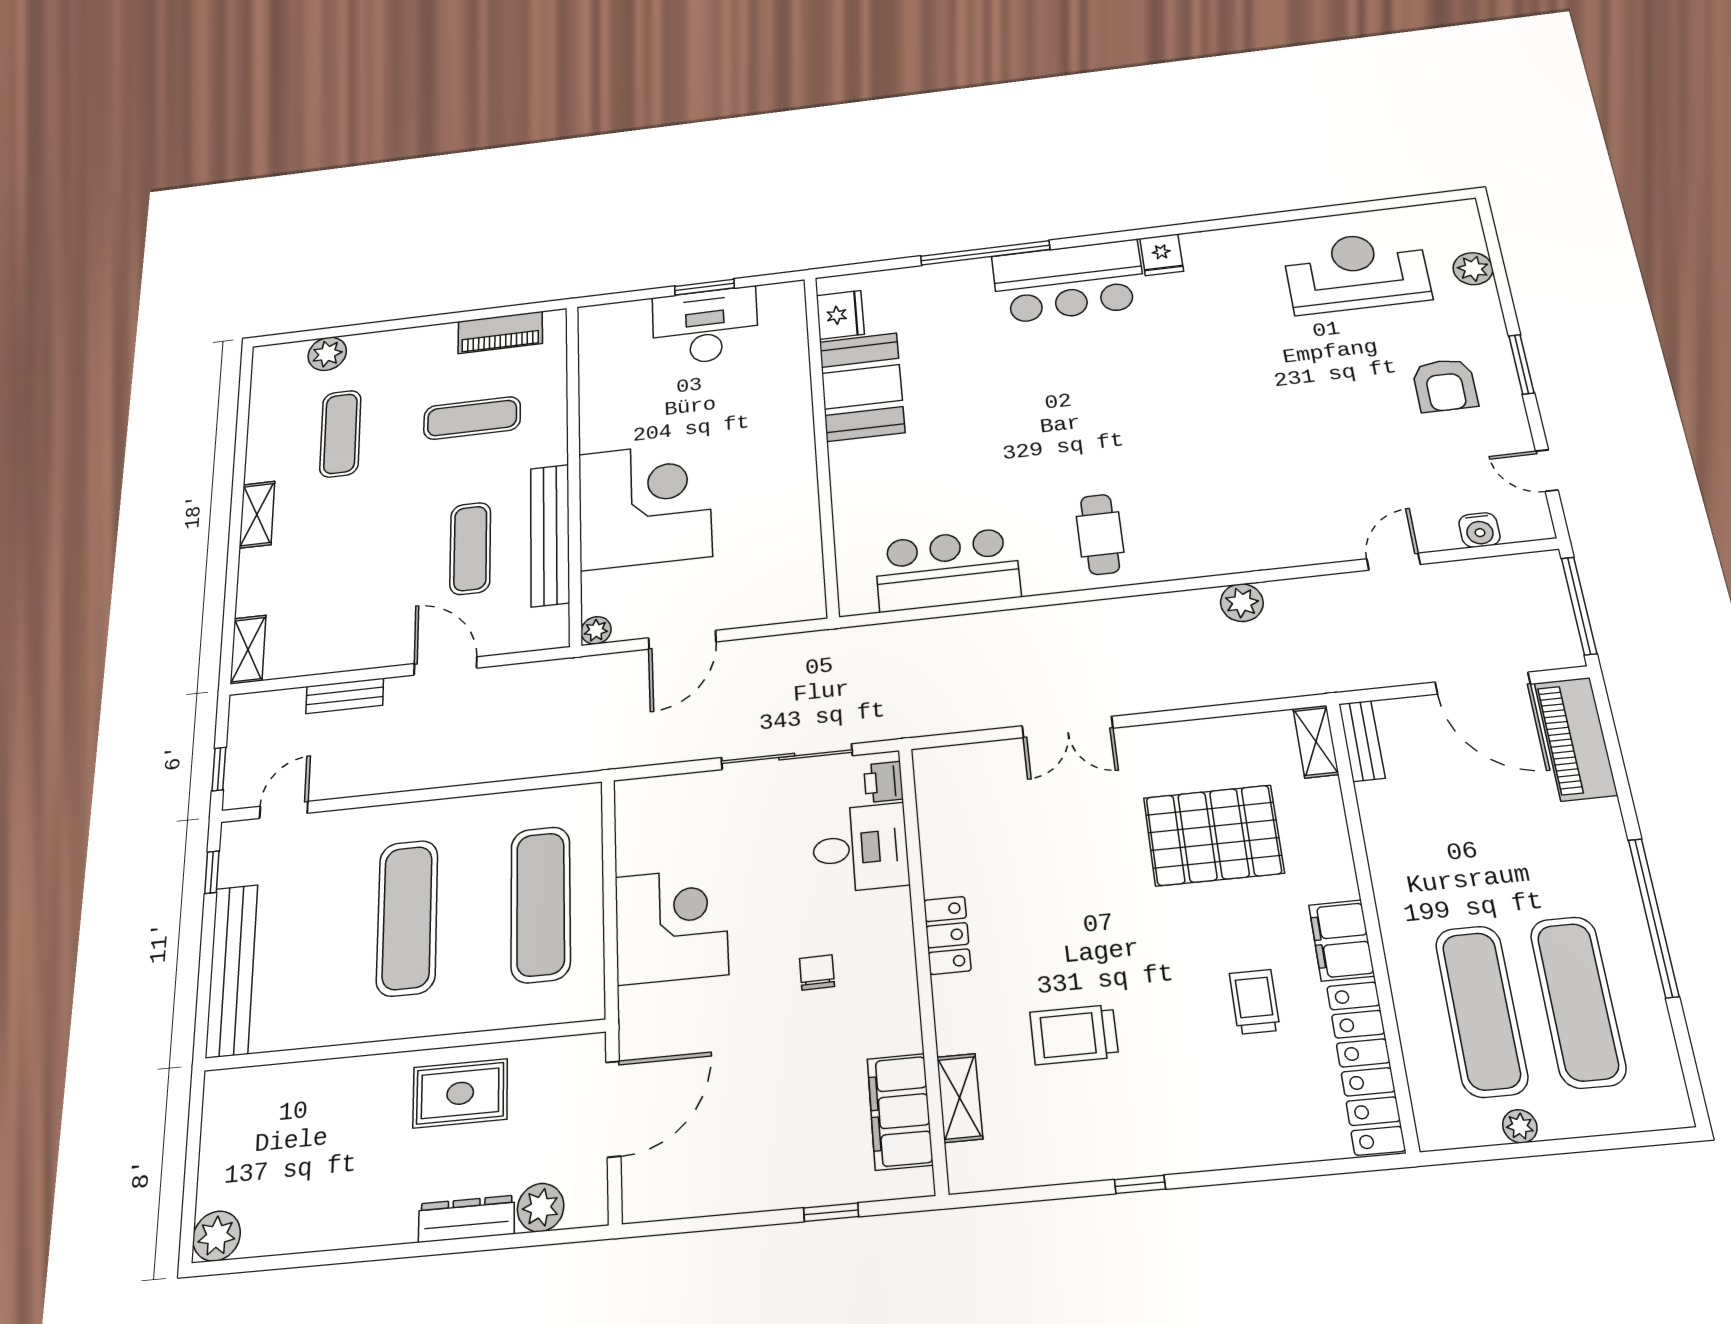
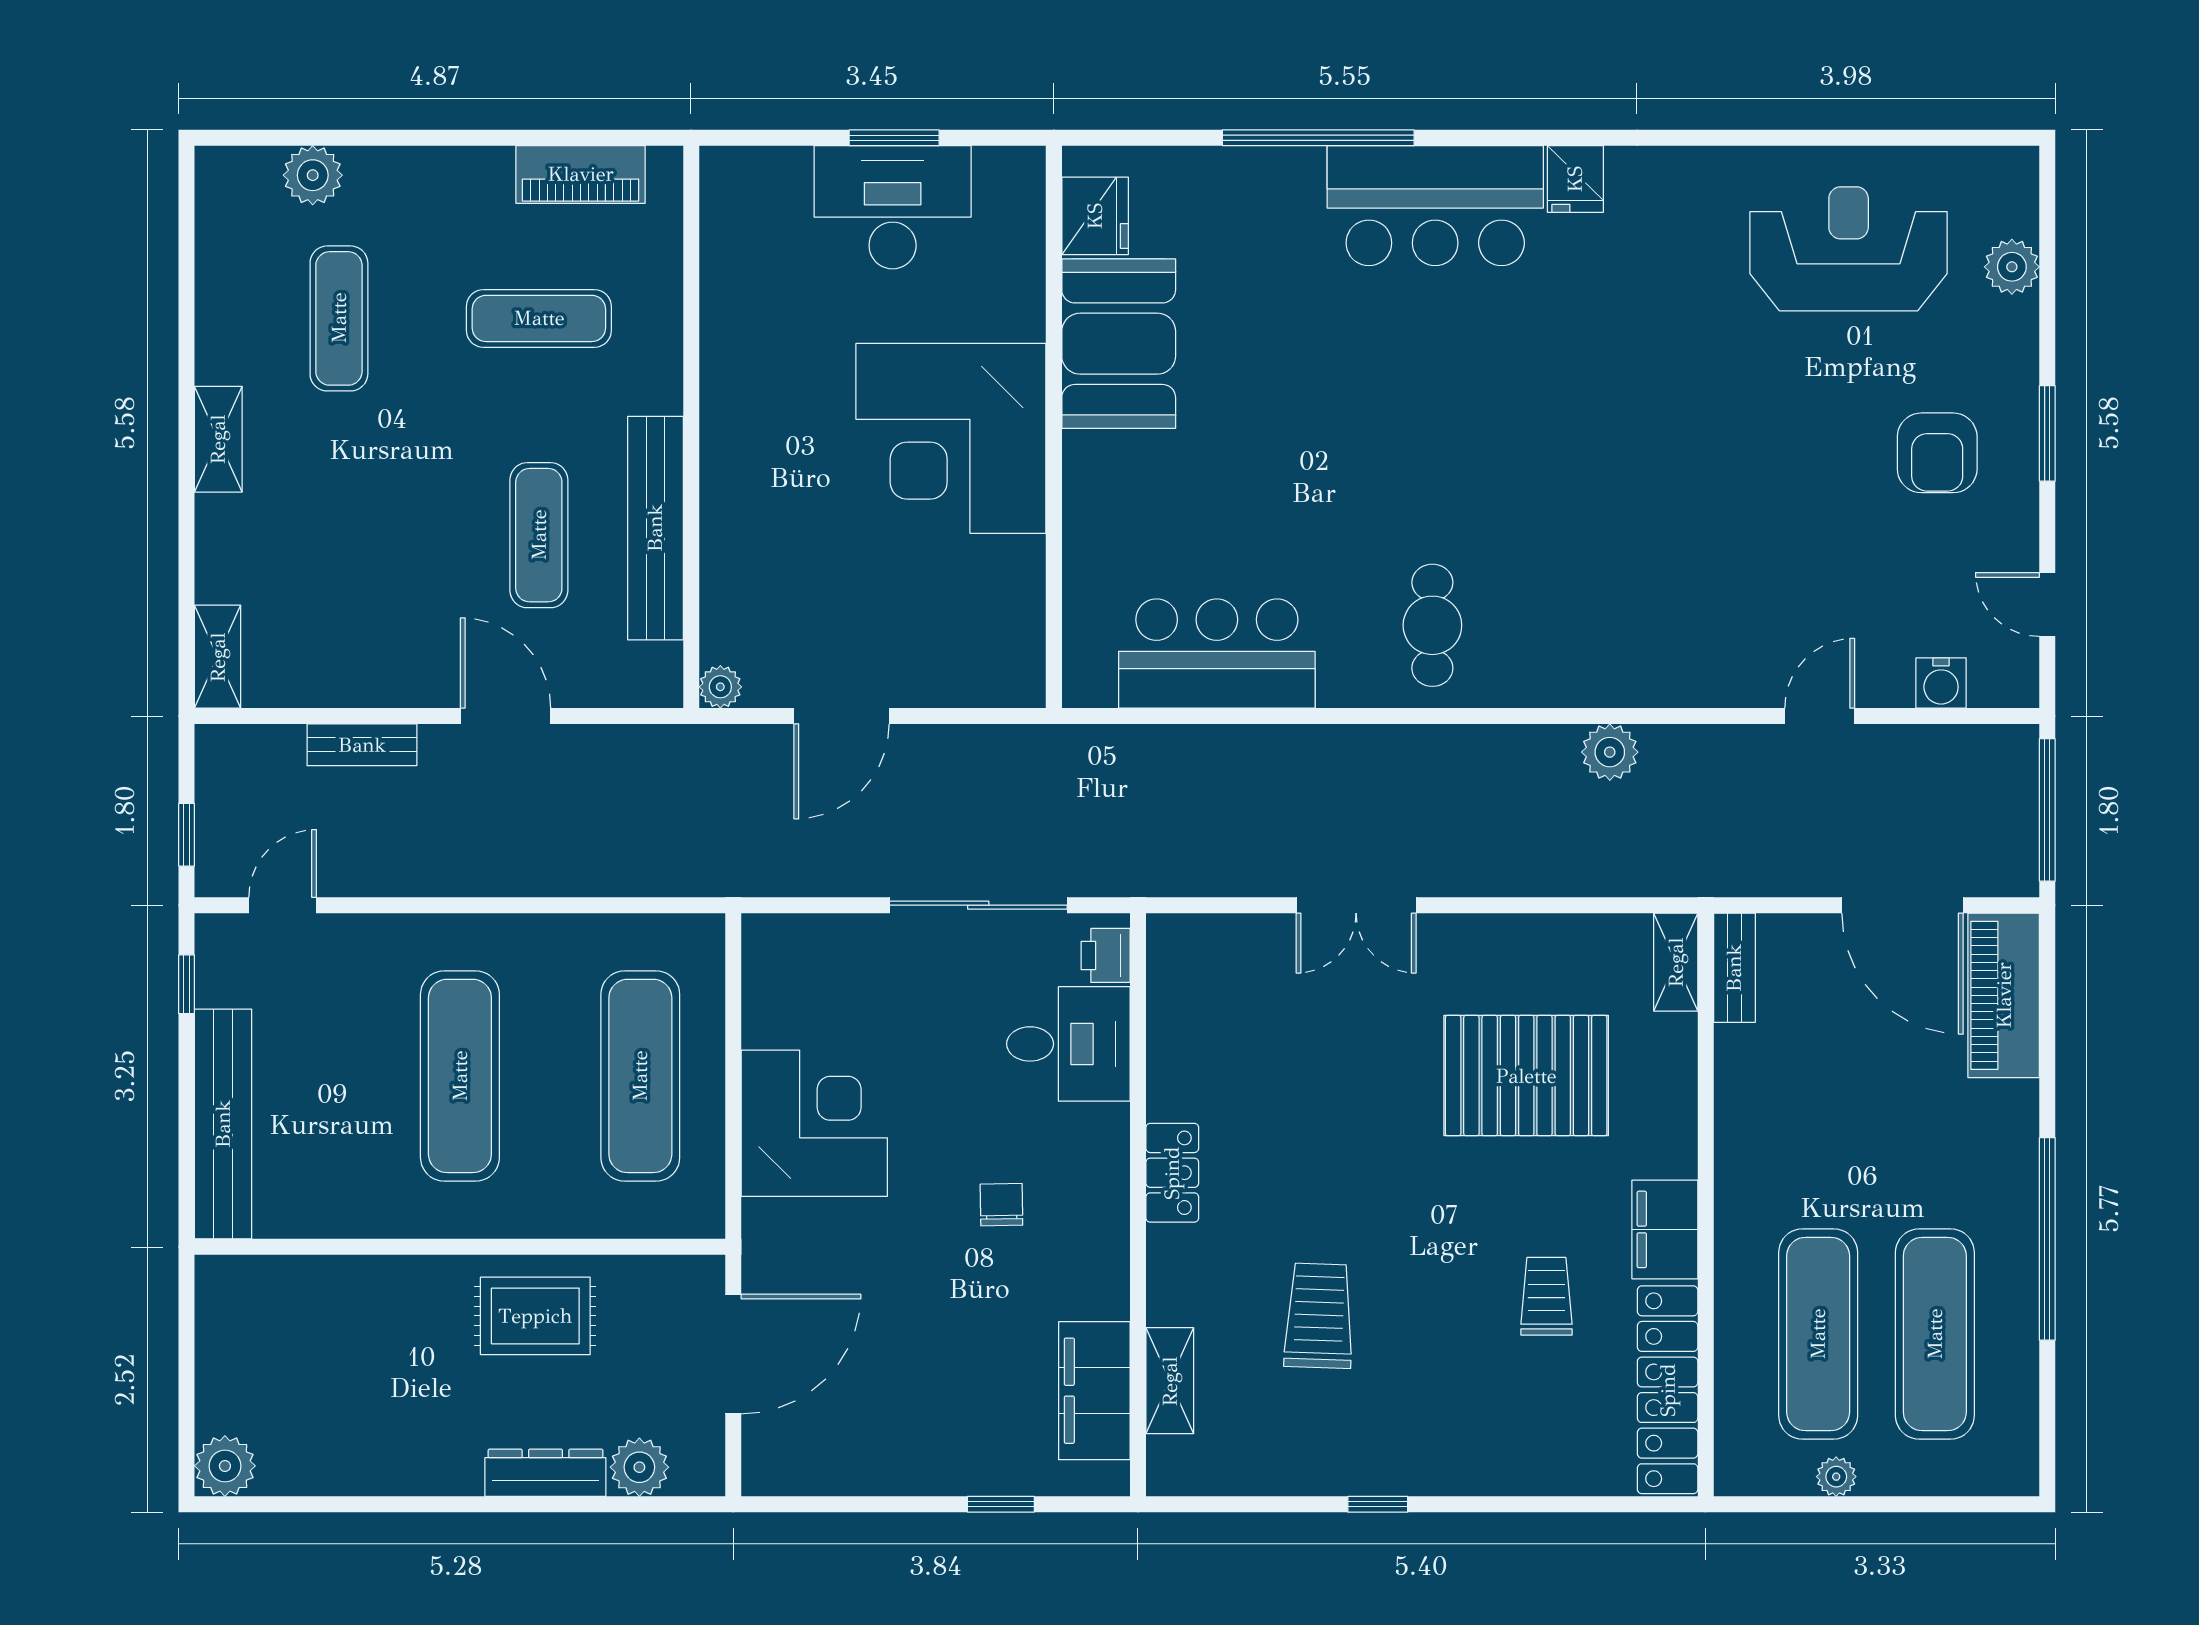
corner desk: (645, 505) -> (951, 438), moved, turned 180
trolley: (1074, 1035) -> (1319, 1316), turned 92

